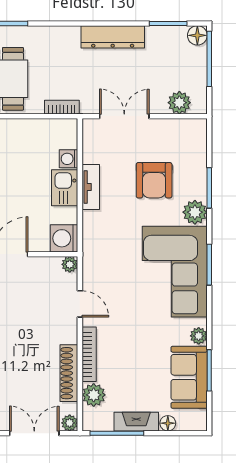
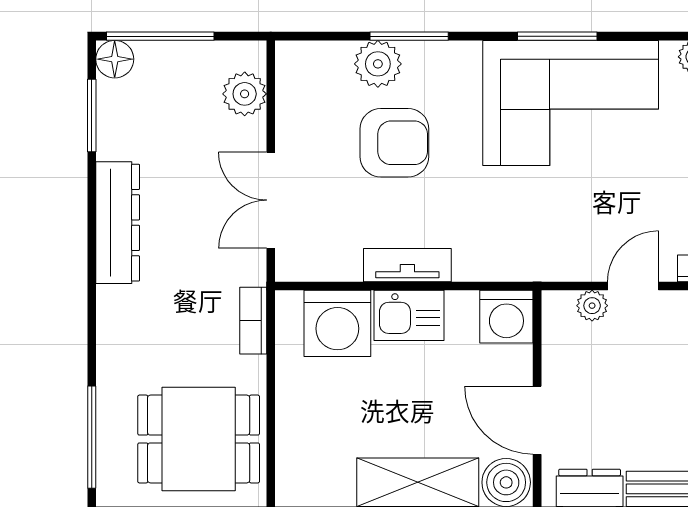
washing machine: (69, 159) -> (337, 323), width x1.89, depth x1.89
plant: (195, 212) -> (378, 64), moved
plant: (70, 264) -> (592, 306), moved

